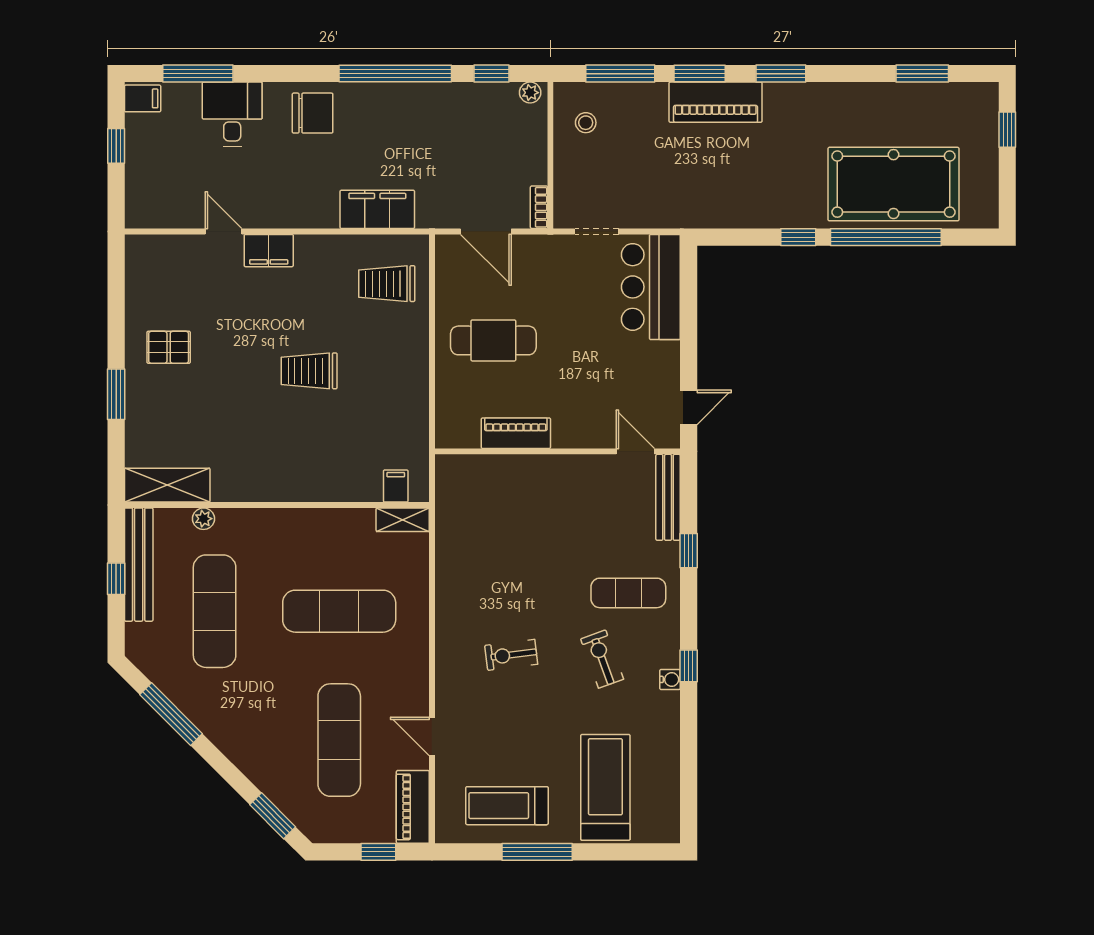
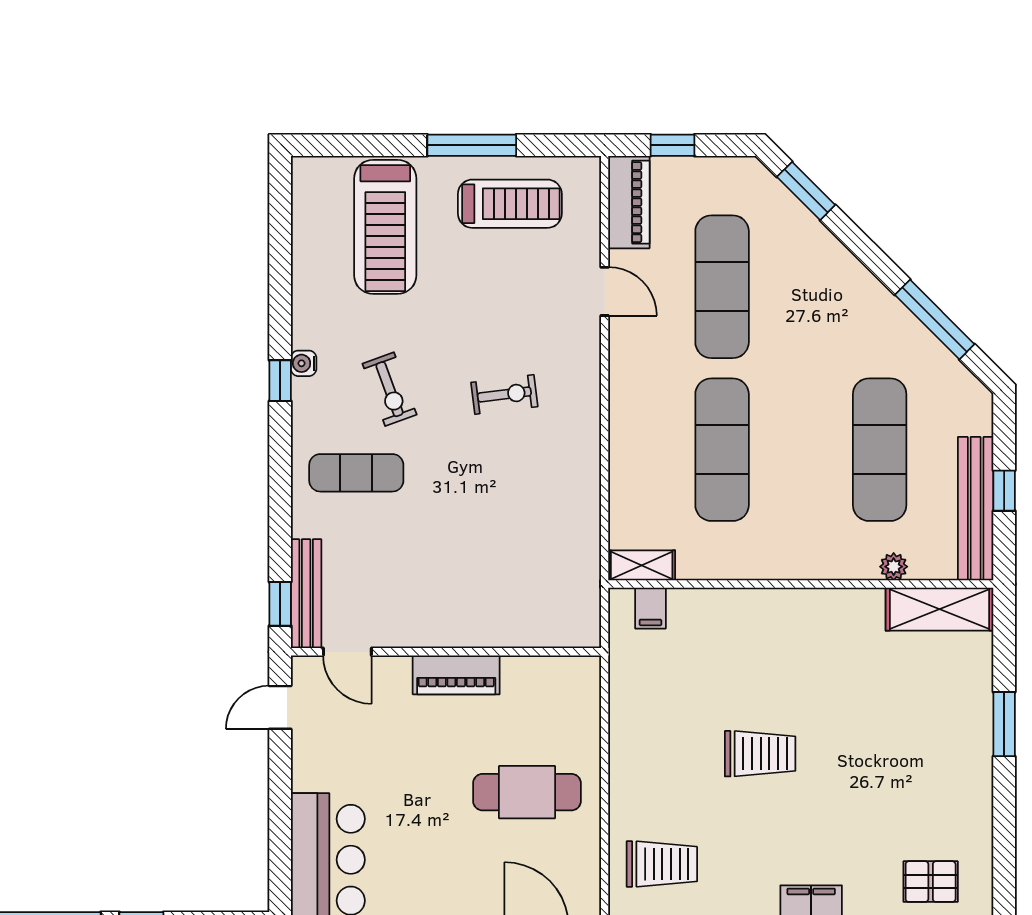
pallet: (169, 347) -> (931, 882), moved
piano: (516, 433) -> (456, 675), moved
window: (689, 551) -> (280, 604), moved
exercise mat: (339, 611) -> (722, 450), turned 90

